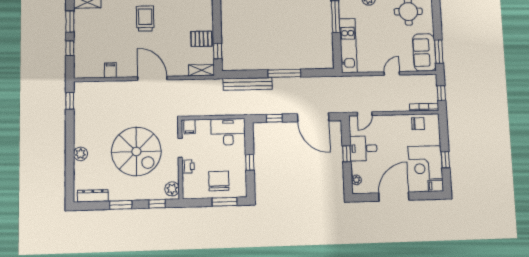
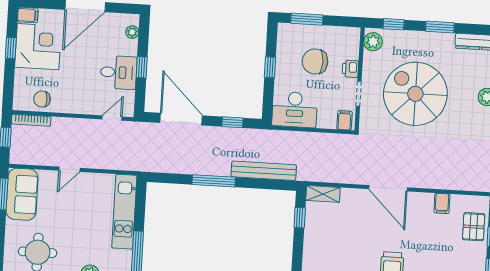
pallet: (201, 39) -> (474, 227), moved, turned 90
chair: (219, 181) -> (315, 61), moved, turned 90

